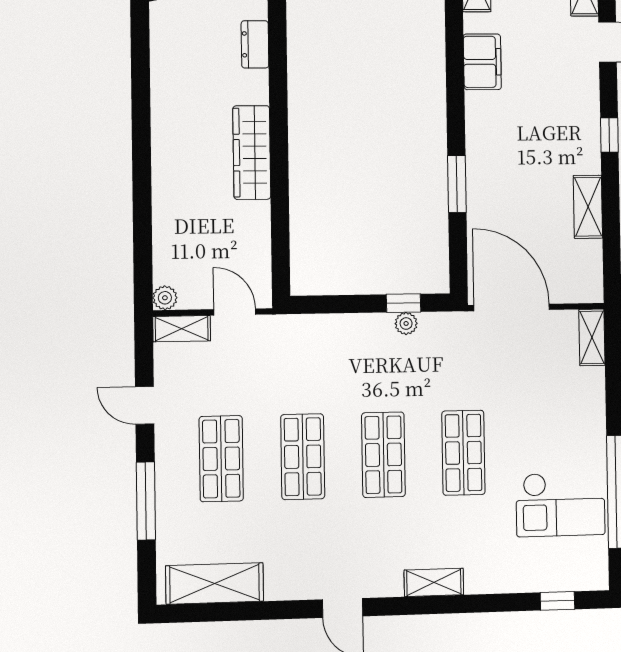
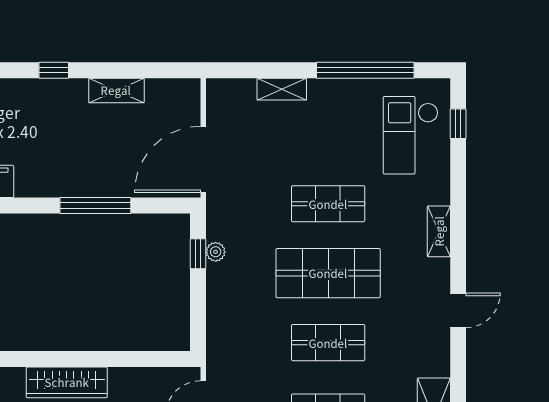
window: (457, 184) -> (95, 206), width x1.44
shelving: (592, 337) -> (282, 89), moved
shop shelf: (383, 455) -> (328, 273), width x1.43, depth x1.36
checkout: (560, 504) -> (411, 135), moved, turned 180

